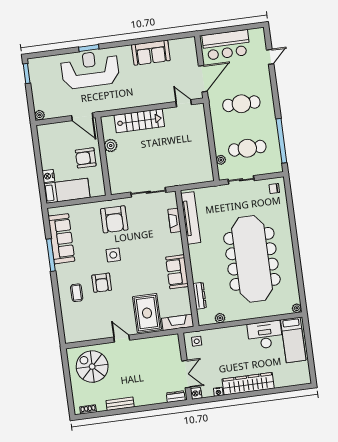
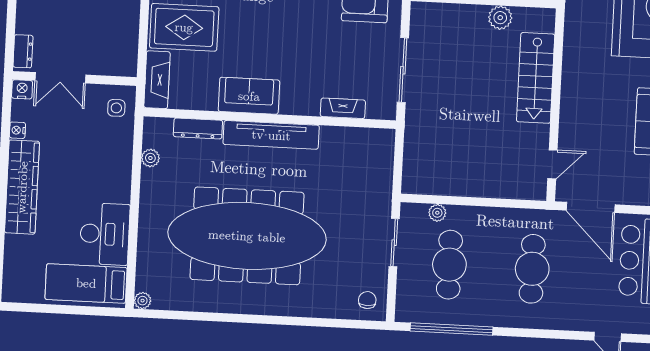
tv unit: (191, 218) -> (271, 135), moved

